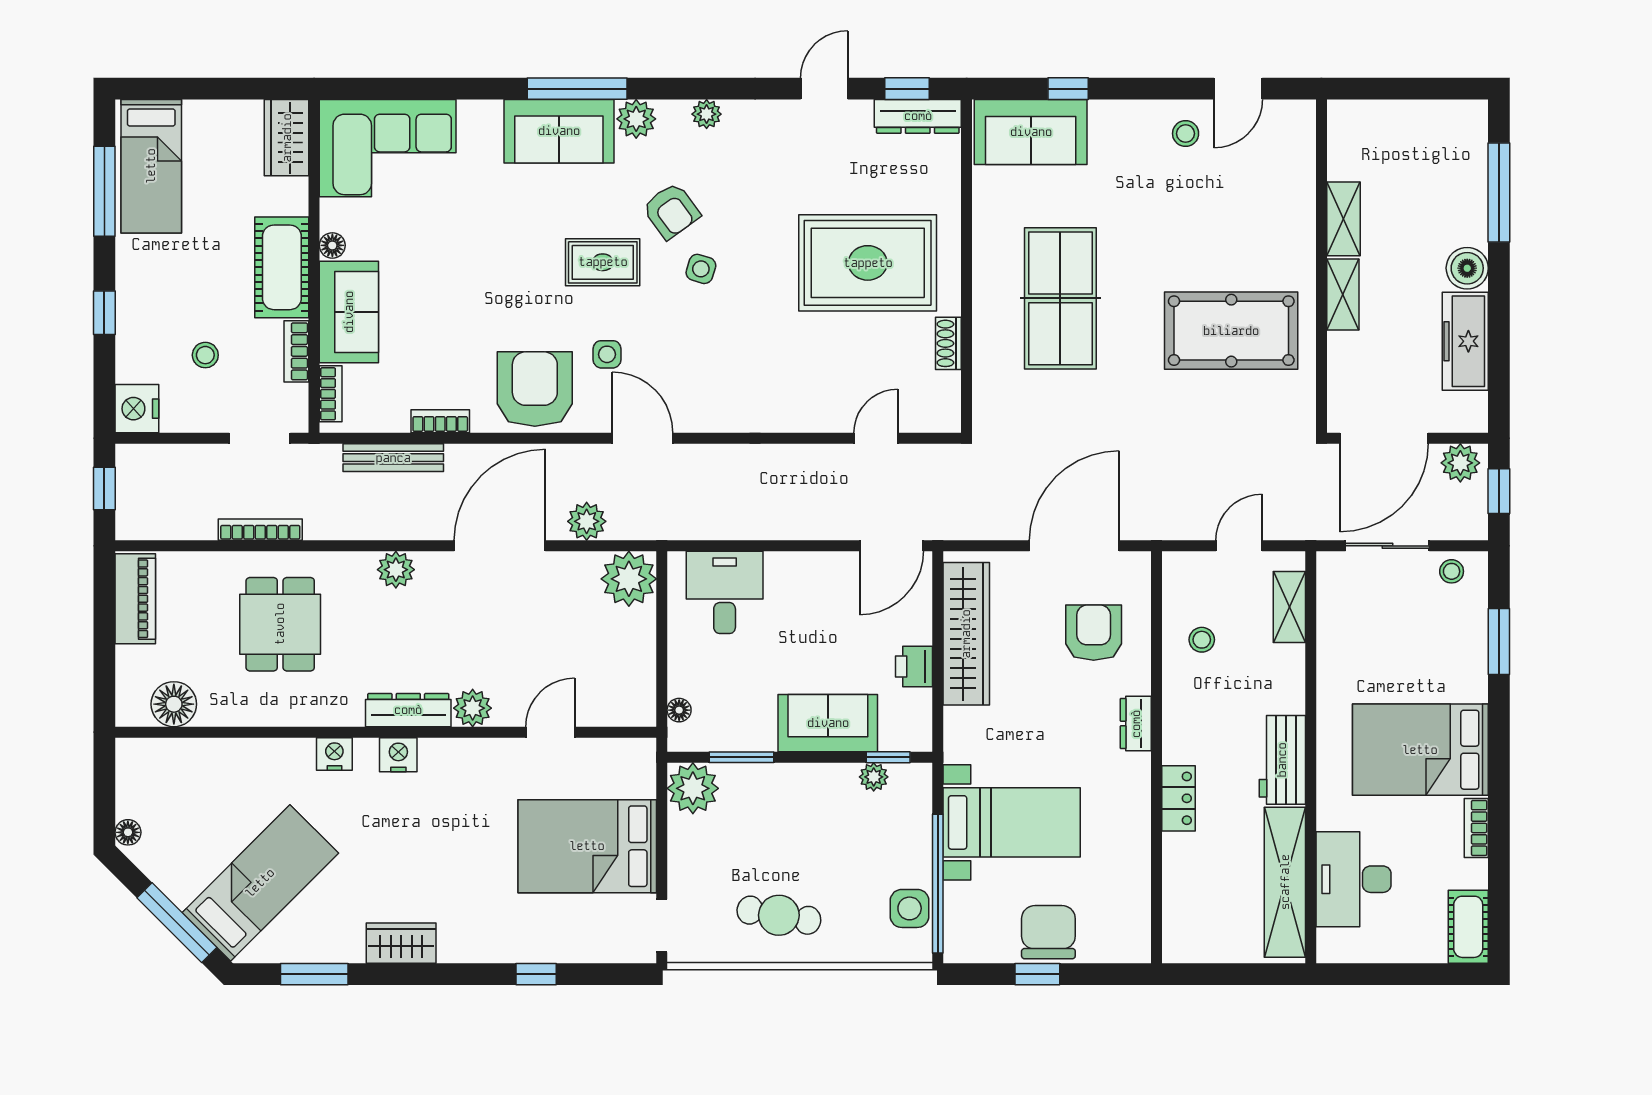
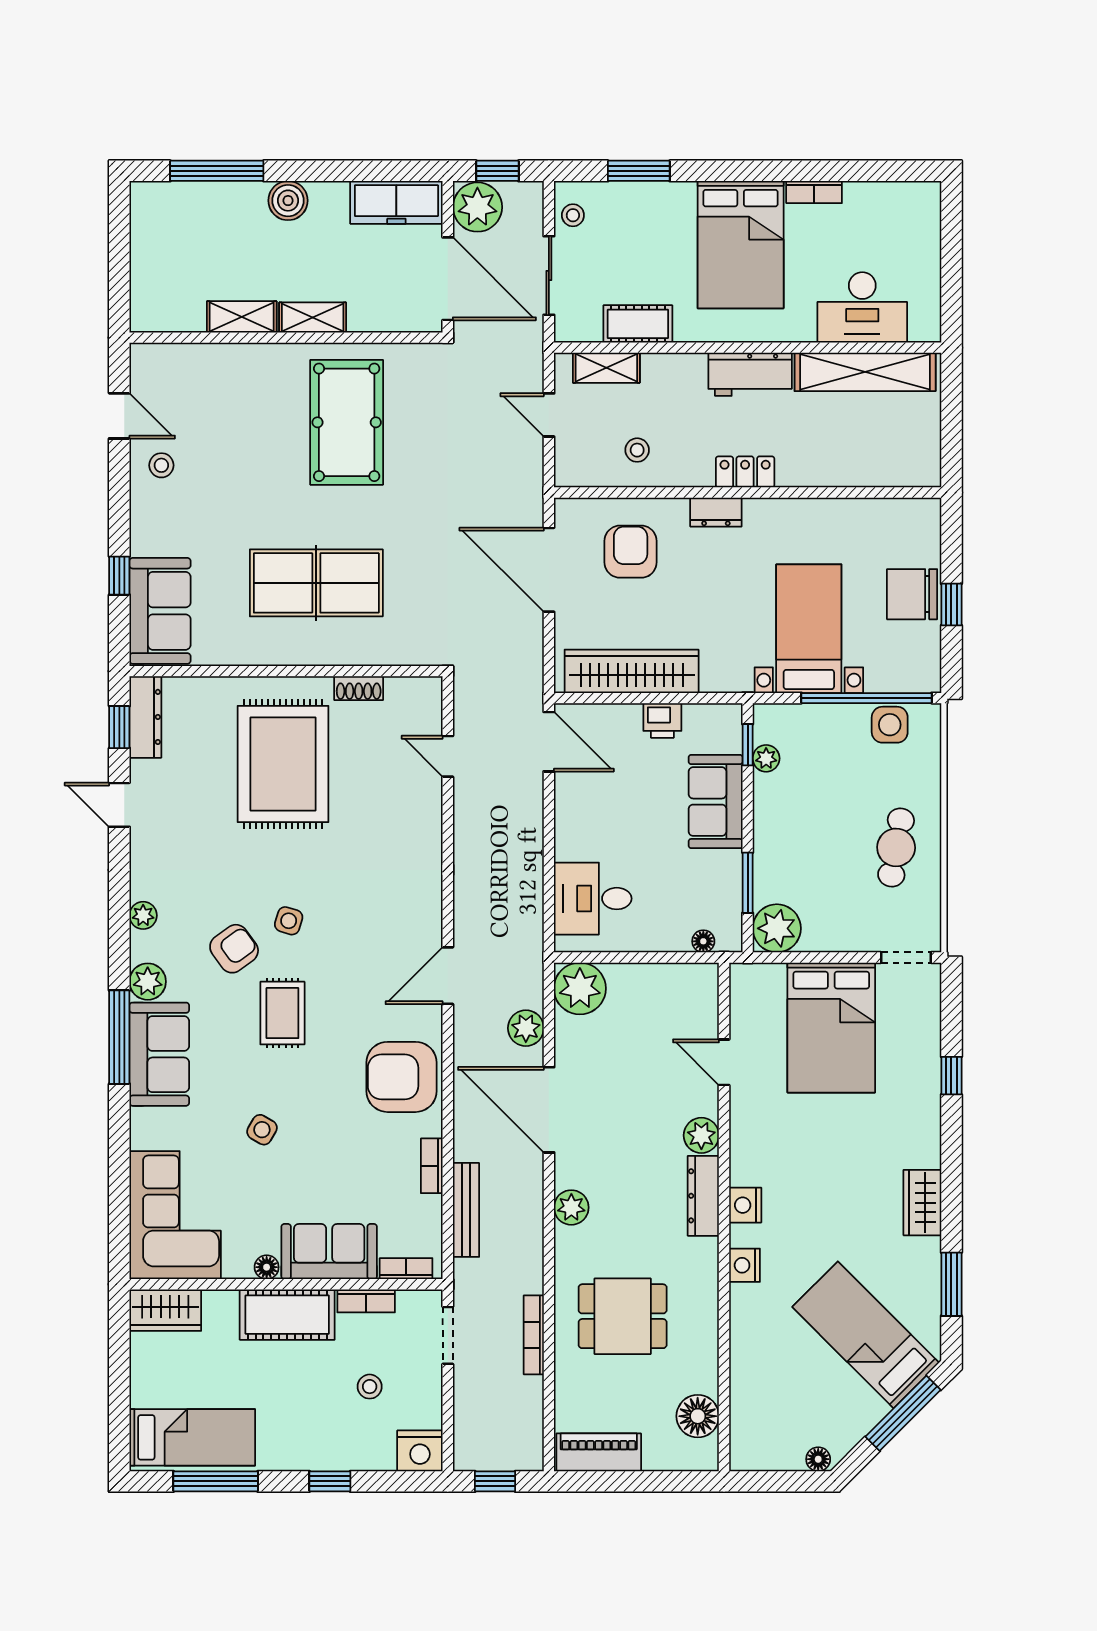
freezer: (1465, 341) -> (396, 202), moved
side table: (607, 354) -> (262, 1130), moved, turned 30
plant: (1460, 463) -> (477, 207), width x1.36, depth x1.36
armchair: (1094, 633) -> (631, 552), turned 90
locker: (1178, 798) -> (745, 472), moved
cot: (1468, 927) -> (638, 324), moved

